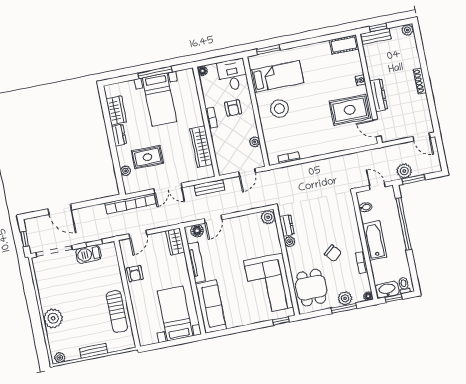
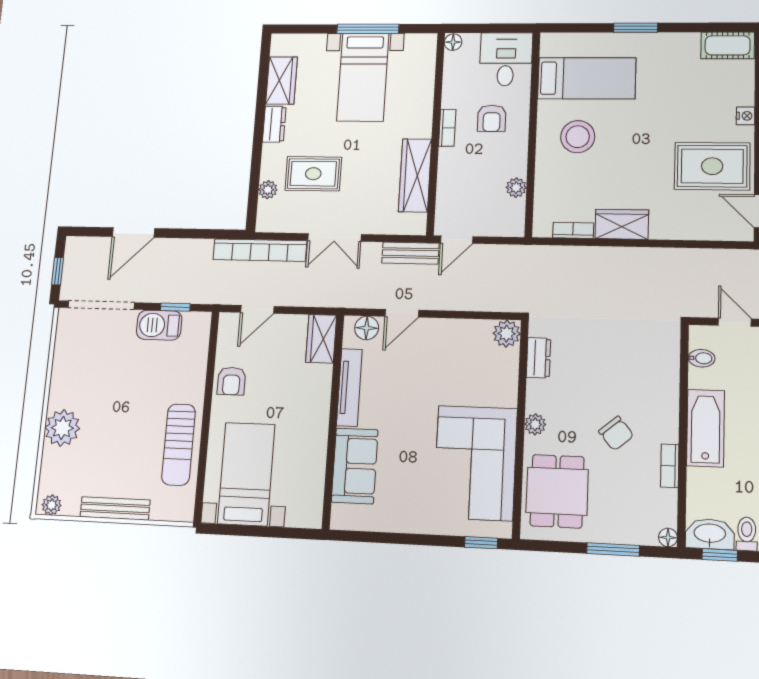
window: (268, 50) -> (636, 28), moved
wardrobe: (312, 149) -> (622, 224), added
door: (247, 172) -> (457, 240), moved
door: (60, 209) -> (134, 232), hinge flipped
plant: (290, 242) -> (535, 424), moved
plant: (345, 298) -> (620, 530), removed
sofa: (211, 307) -> (355, 466), width x0.73
bed with nightstands: (175, 313) -> (246, 474), moved
bench: (94, 351) -> (115, 508), width x1.36

